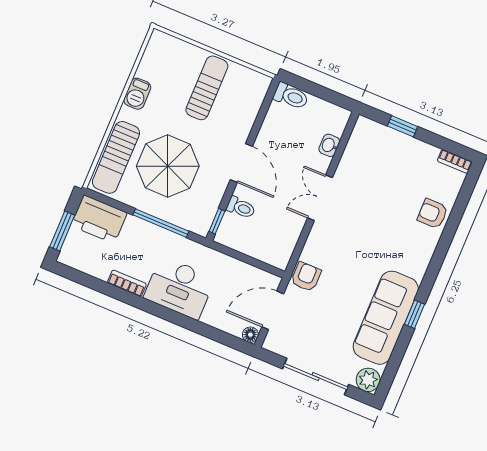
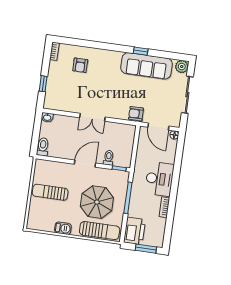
washbasin: (329, 145) -> (47, 117), moved
armchair: (433, 214) -> (80, 65), moved

